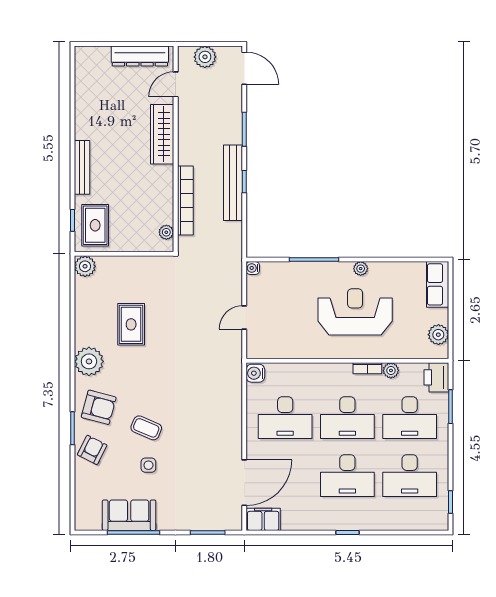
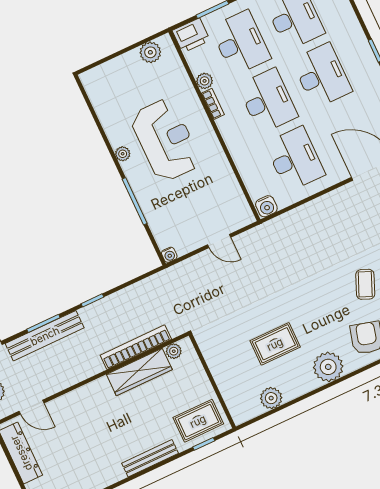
wardrobe: (162, 134) -> (139, 372), moved
bench: (233, 183) -> (45, 336), moved
plant: (85, 266) -> (271, 398), moved
row of seats: (438, 284) -> (104, 75), removed
reception desk: (355, 312) -> (165, 140), turned 180

